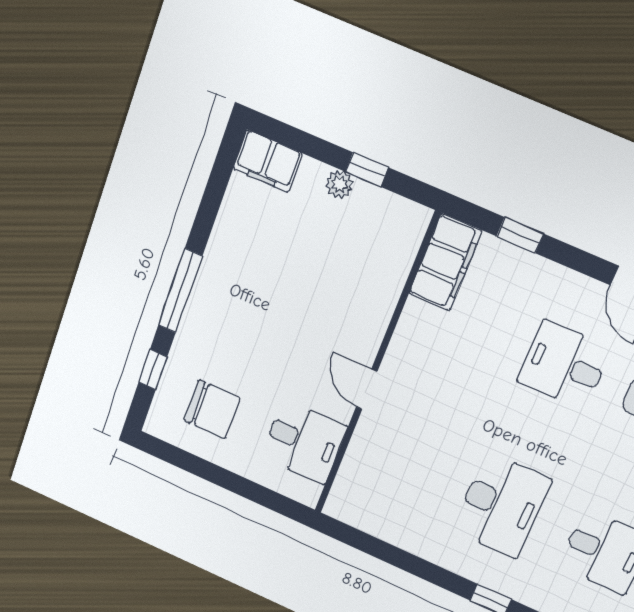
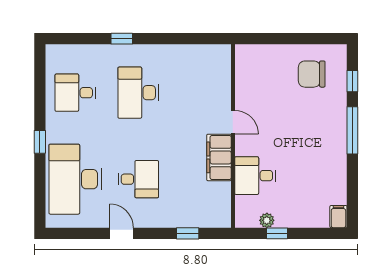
filing cabinet: (268, 161) -> (338, 217), width x0.50
plant: (340, 184) -> (267, 220), moved
filing cabinet: (445, 262) -> (219, 157), moved
desk: (304, 442) -> (255, 176), moved

